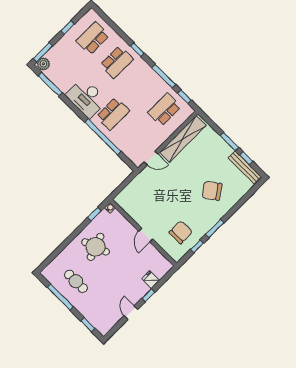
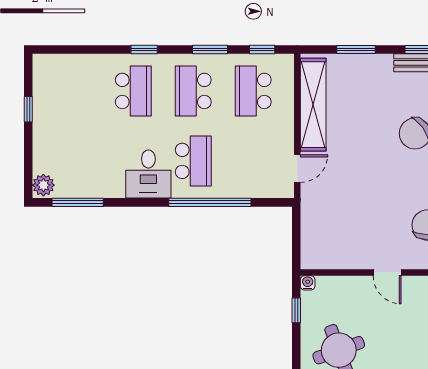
school desk: (93, 38) -> (193, 91), moved
window: (43, 52) -> (28, 171), removed
window: (164, 76) -> (210, 49), width x0.69
desk: (86, 98) -> (148, 174), width x0.73
window: (230, 142) -> (356, 49), moved

